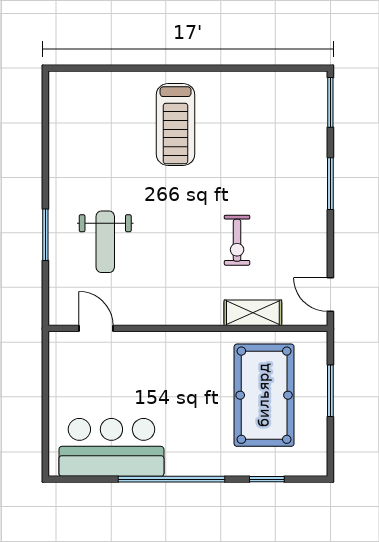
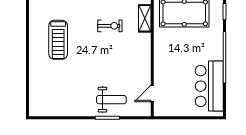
treadmill: (176, 125) -> (58, 40), moved, turned 90
weight bench: (105, 242) -> (111, 100), moved

